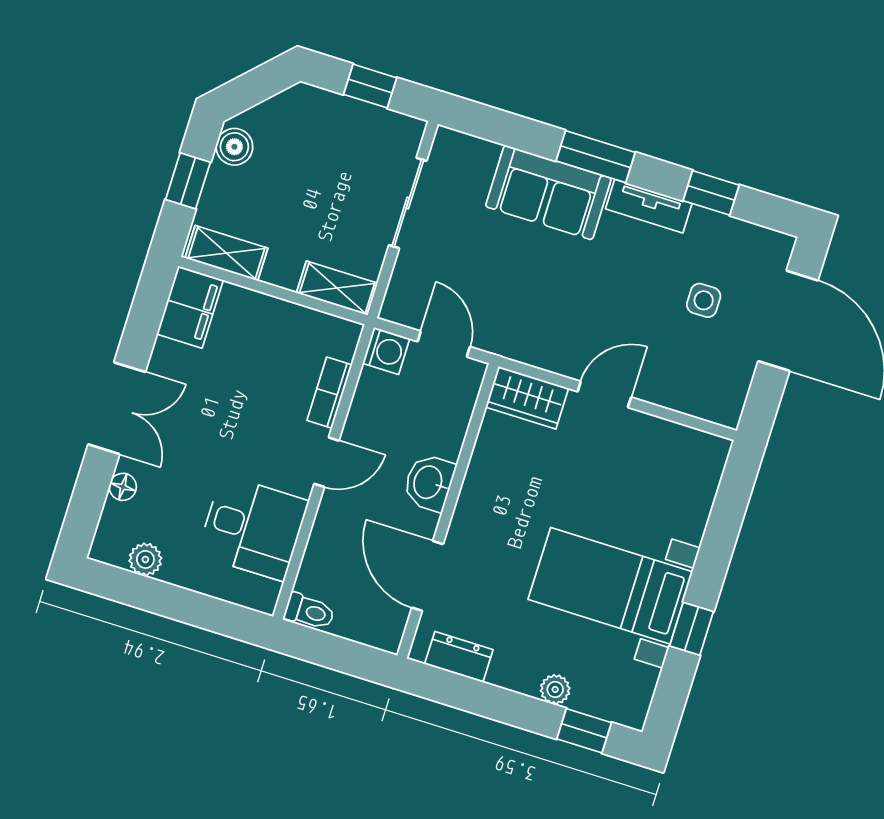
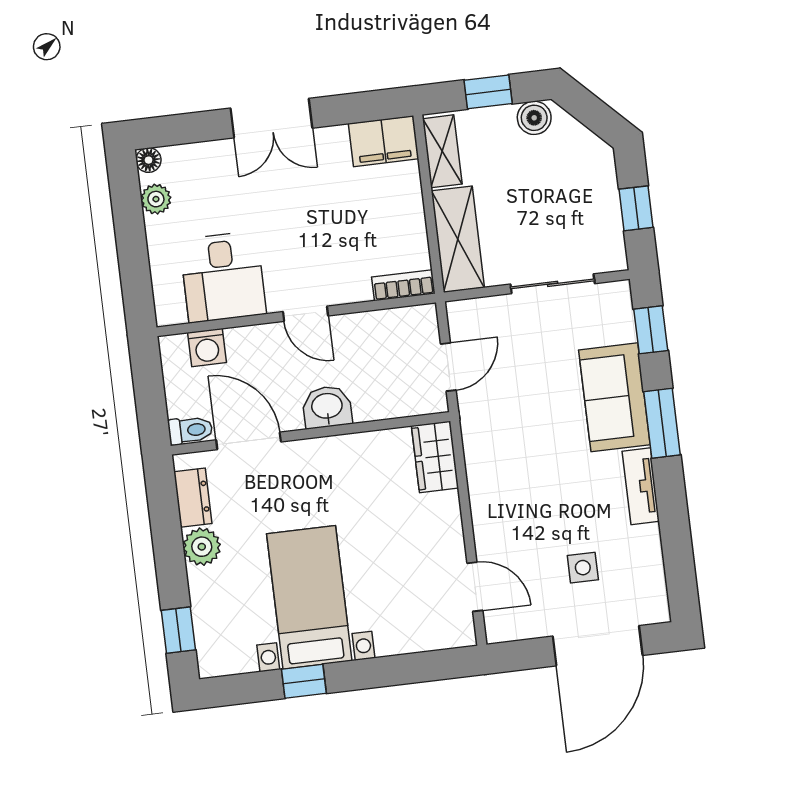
window: (711, 193) -> (651, 330), moved
shelving: (337, 288) -> (458, 239), width x1.50, depth x1.33
washing machine: (386, 351) -> (207, 347), moved
bookcase: (329, 393) -> (403, 285), moved
door: (604, 394) -> (475, 587), moved
floor lamp: (123, 487) -> (148, 160), moved
door: (428, 576) -> (249, 441), hinge flipped
toilet: (309, 611) -> (190, 430), moved, turned -90
plant: (555, 689) -> (202, 547), moved, width x1.38, depth x1.38

